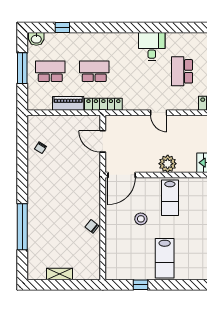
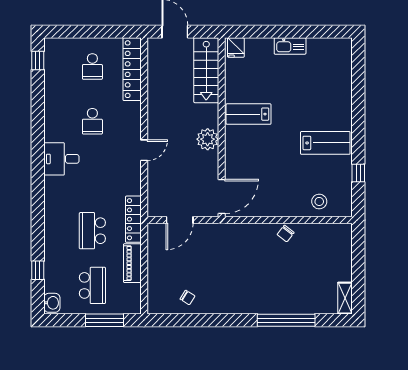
window: (22, 68) -> (104, 320), moved
school desk: (50, 71) -> (92, 285), turned 180
school desk: (182, 71) -> (92, 121), width x0.54
door: (122, 175) -> (222, 196), hinge flipped
lab bench: (170, 198) -> (249, 114), moved, turned 180
stool: (141, 219) -> (319, 201), moved
shelving: (60, 274) -> (345, 298), moved

